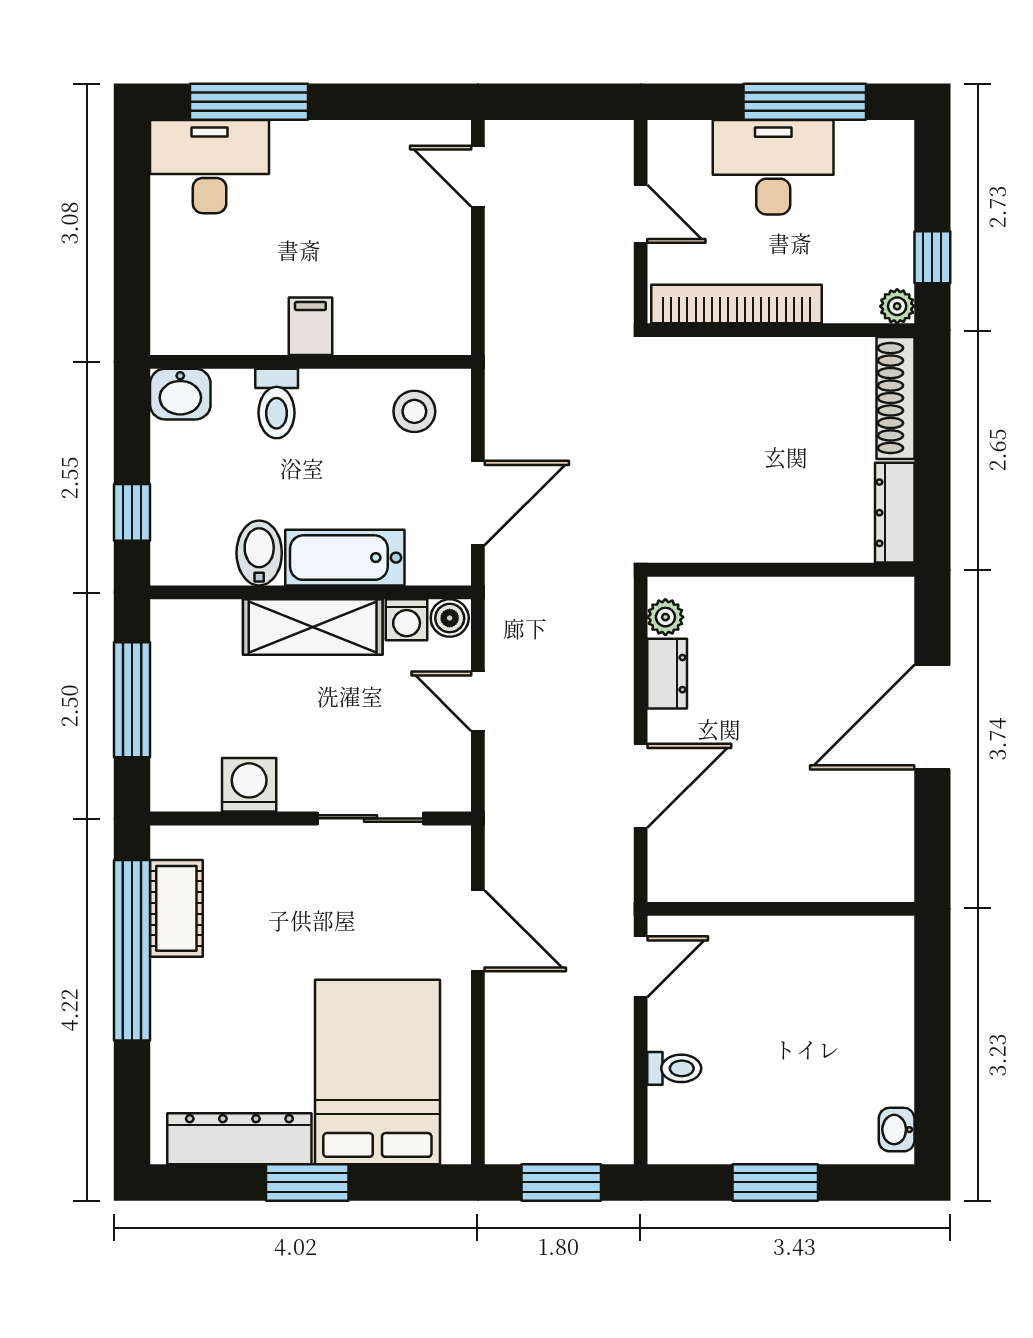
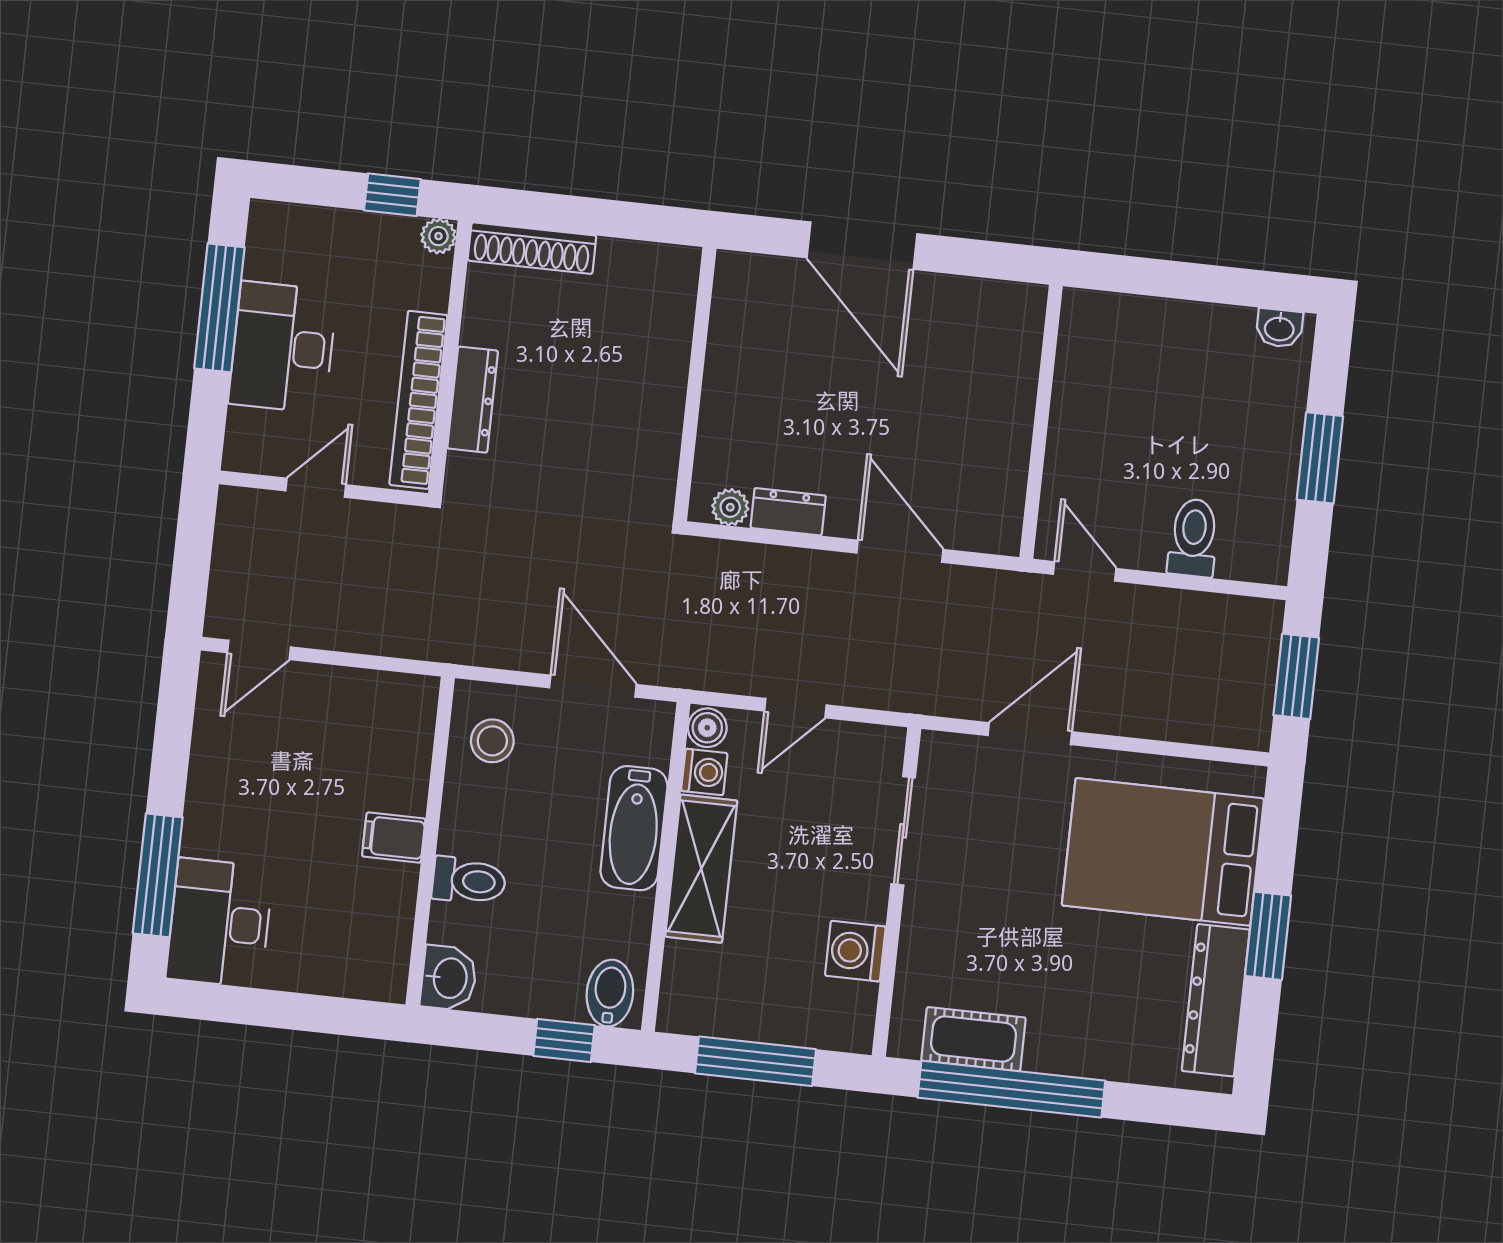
dresser: (895, 513) -> (473, 400), moved, turned -90
bidet: (259, 553) -> (610, 993), moved, turned 90
toilet: (674, 1068) -> (1193, 538), width x1.37, depth x1.39

